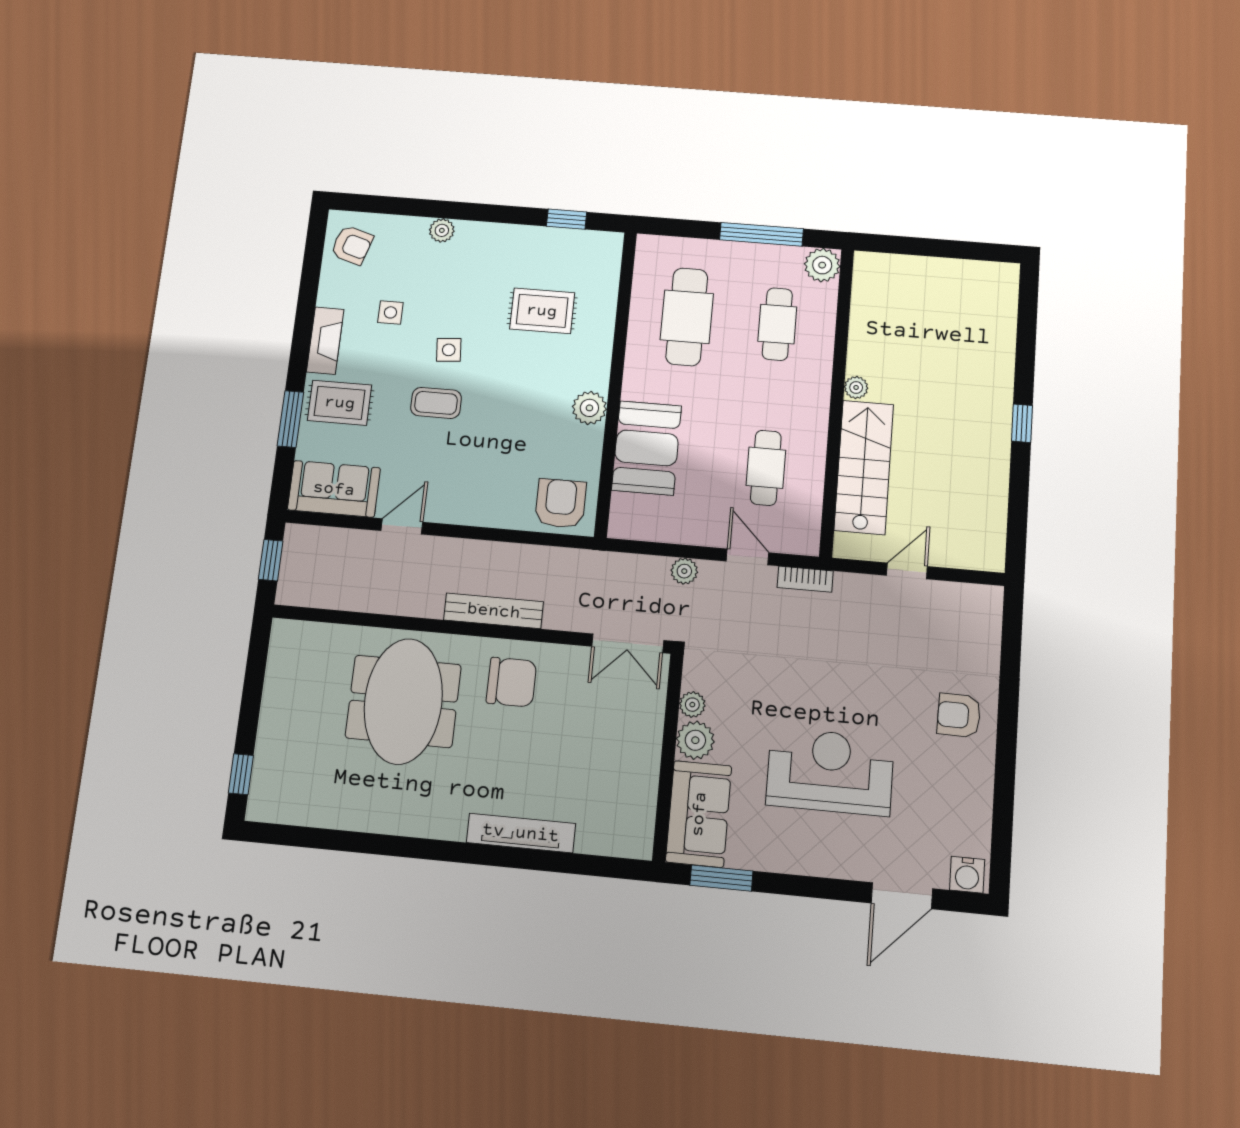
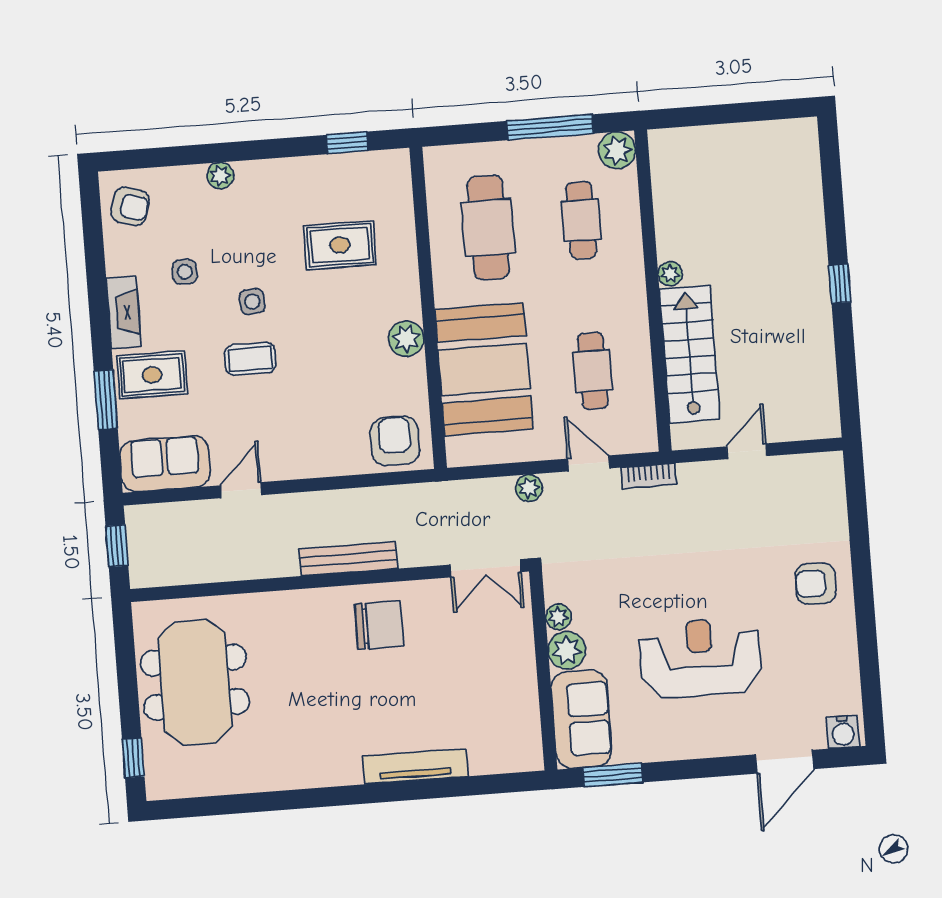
booth: (647, 448) -> (484, 369), width x1.36, depth x1.42
meeting table: (403, 701) -> (195, 682), moved

